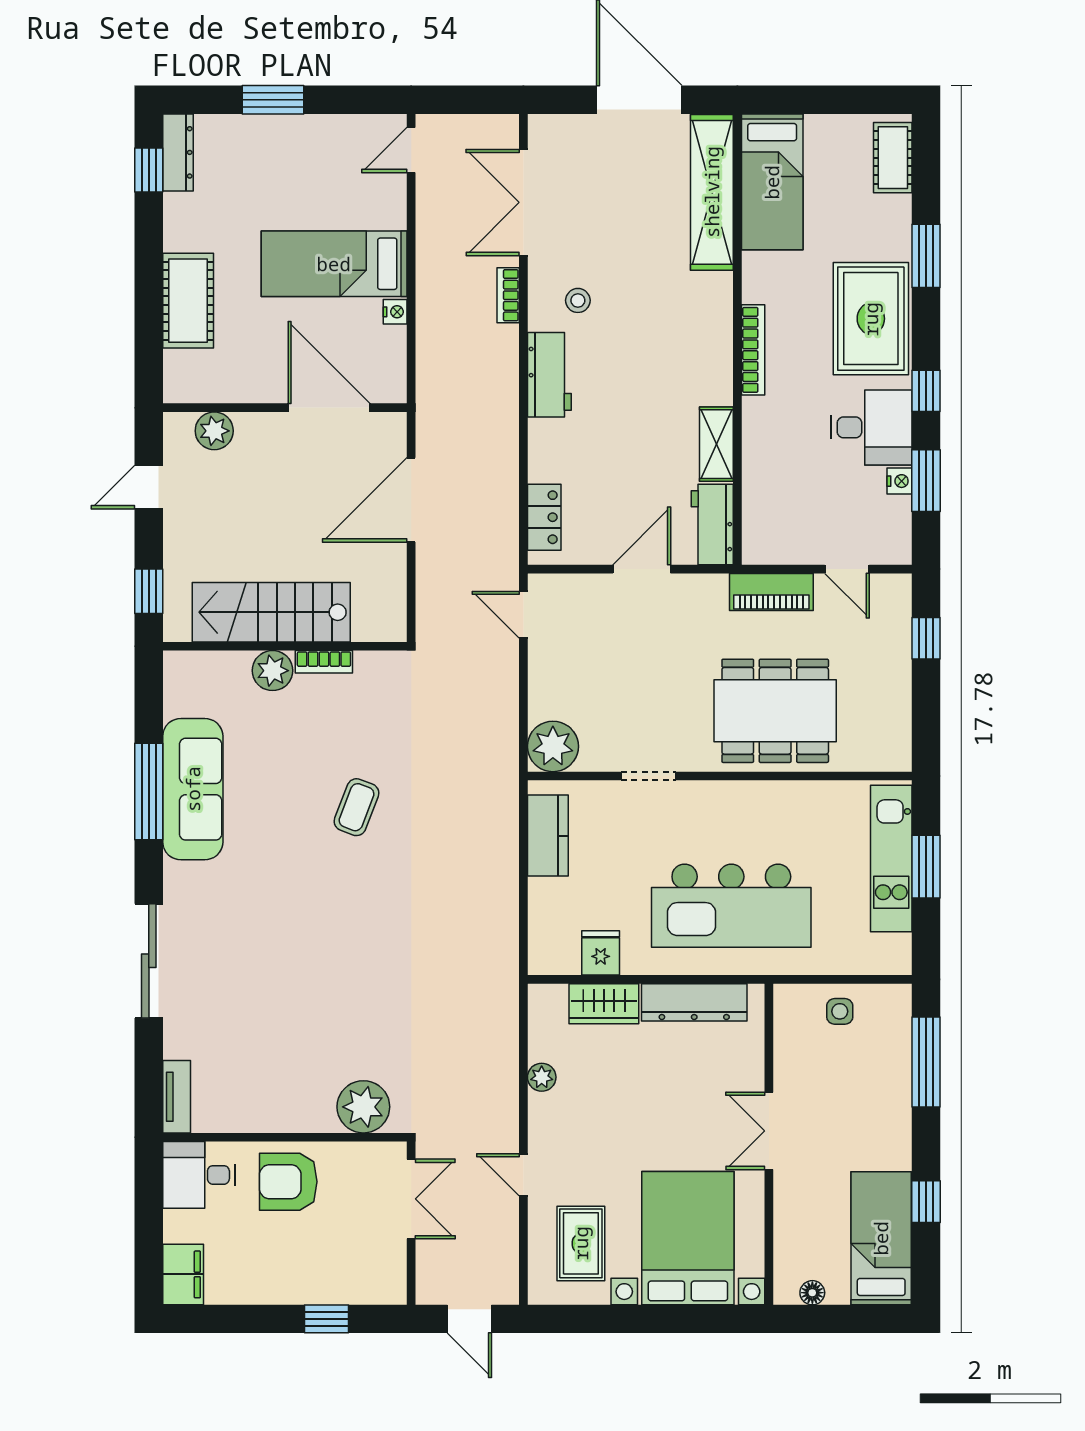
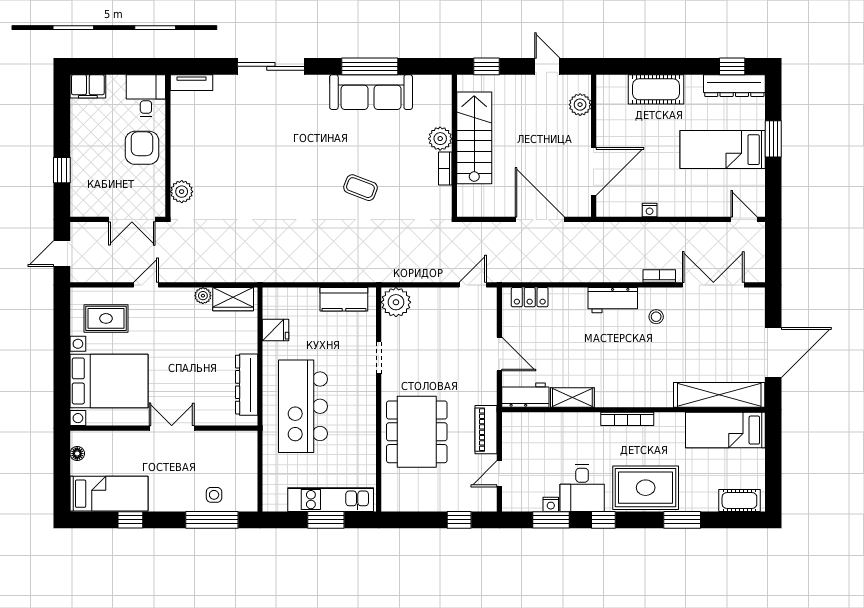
dresser: (178, 152) -> (734, 86), width x1.37, depth x1.24
bed: (334, 264) -> (723, 150), moved, turned -90
wardrobe: (604, 1004) -> (233, 299), moved, turned -90
side table: (840, 1011) -> (214, 495), moved
plant: (363, 1107) -> (182, 192), width x0.73, depth x0.73

